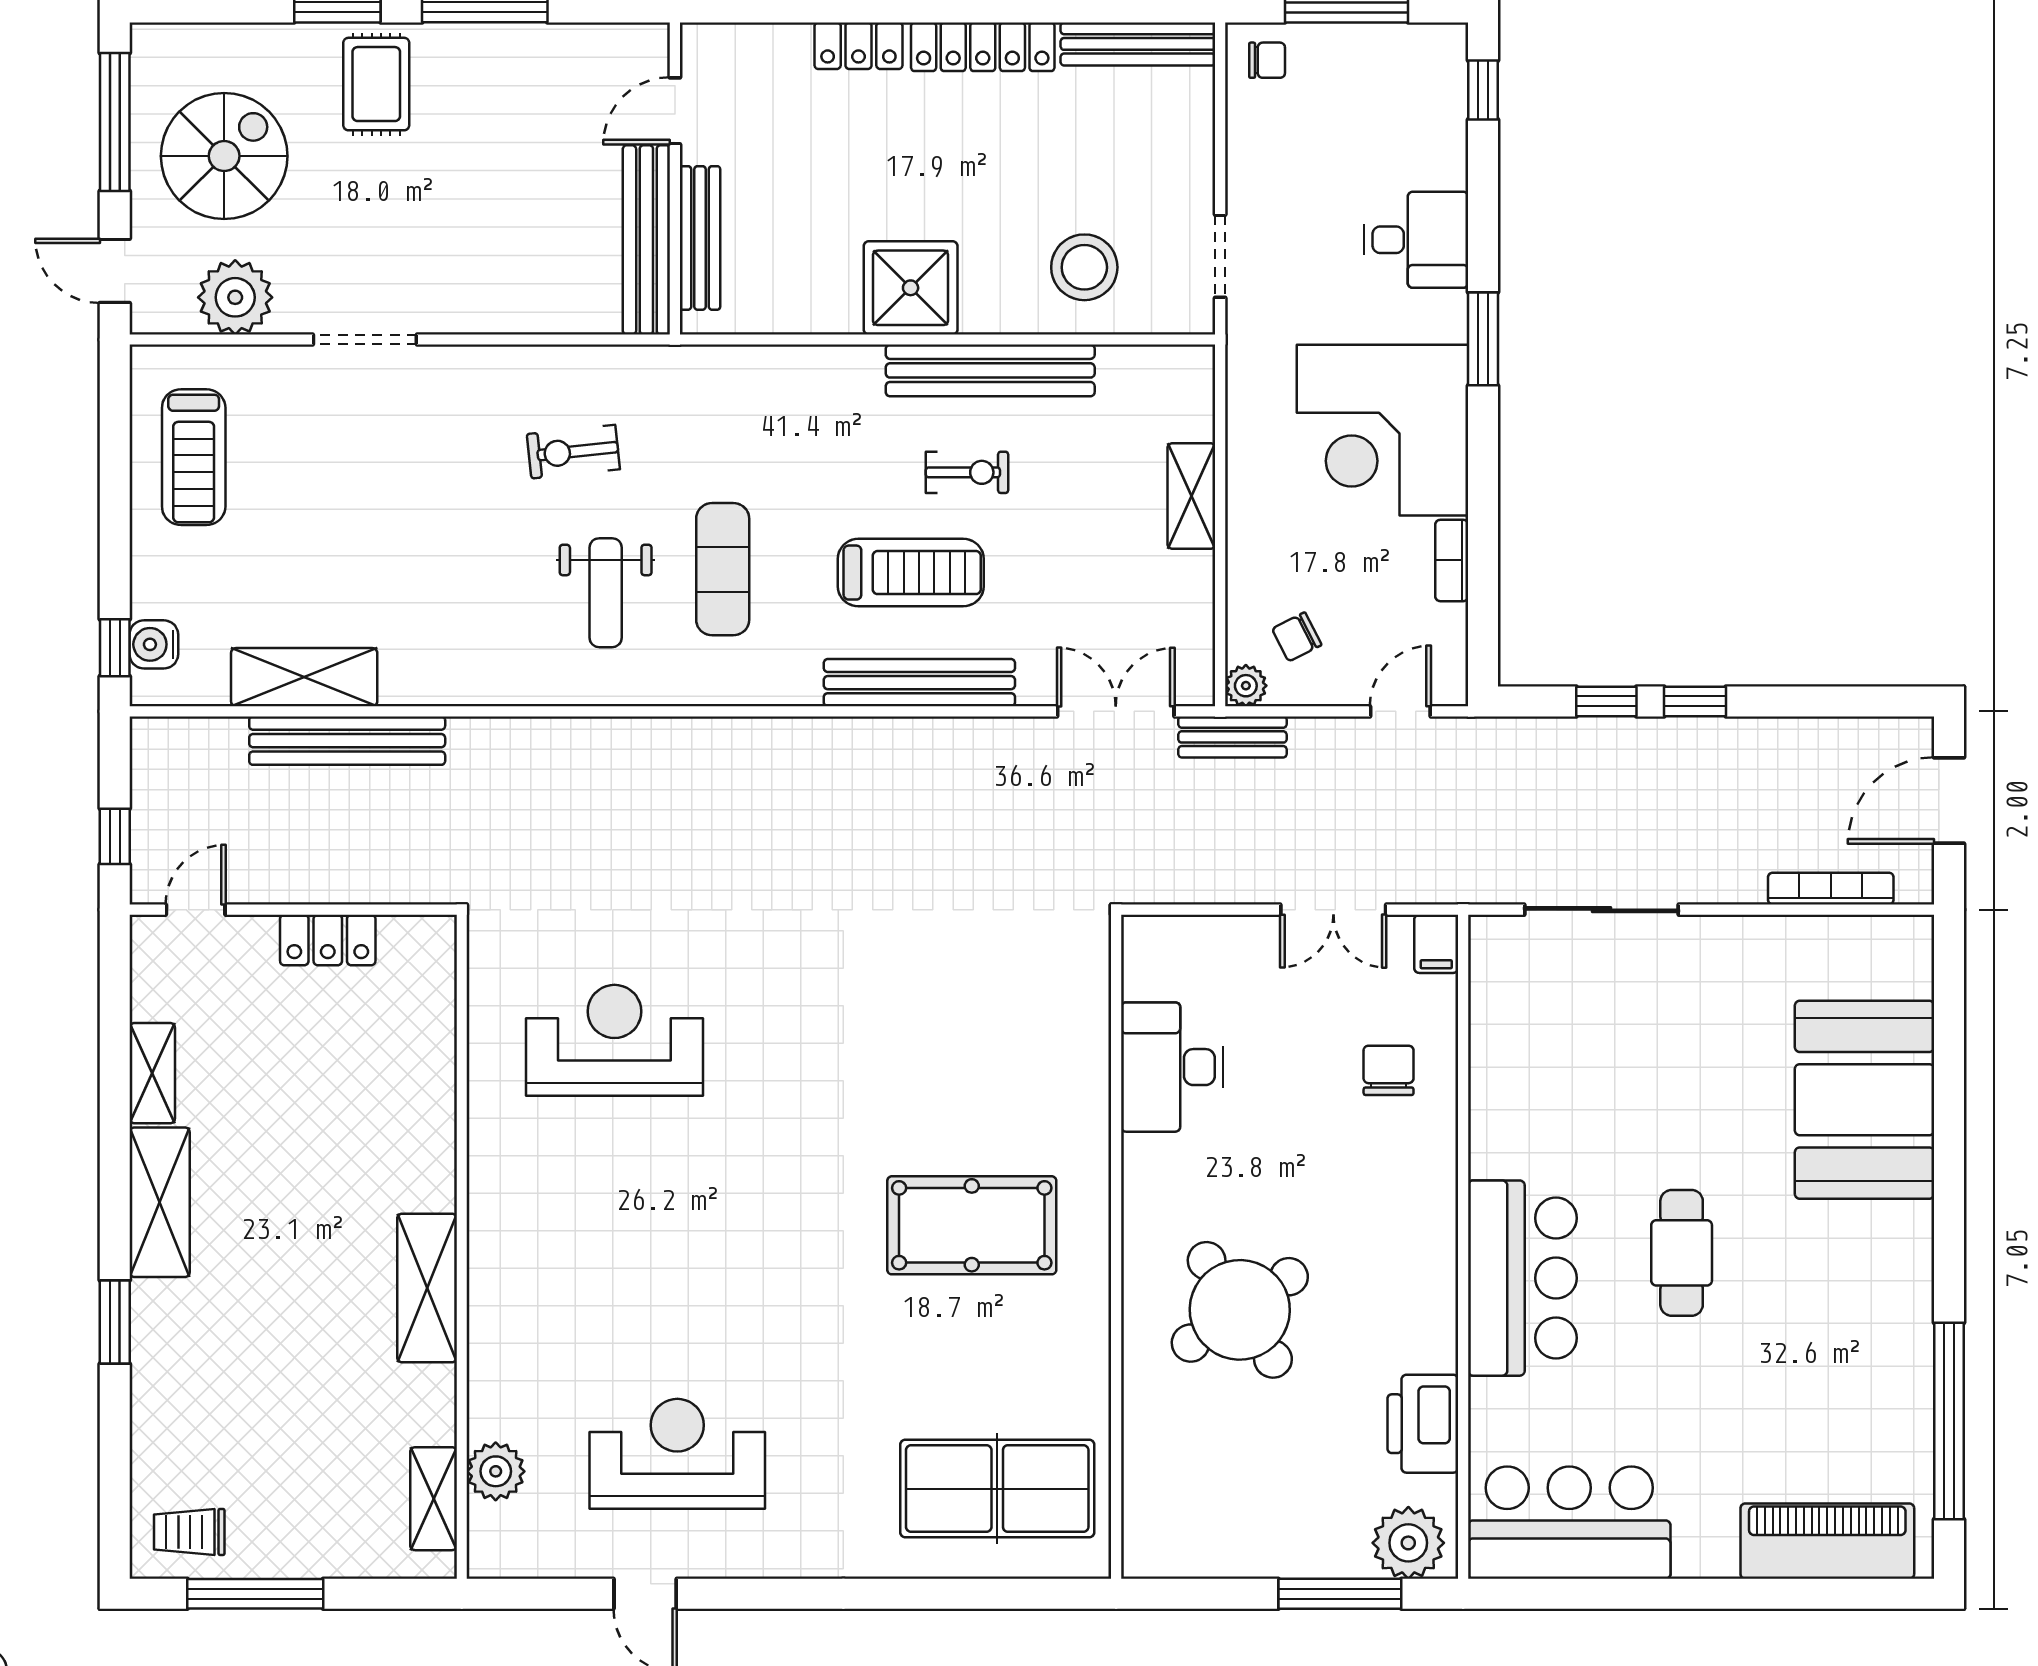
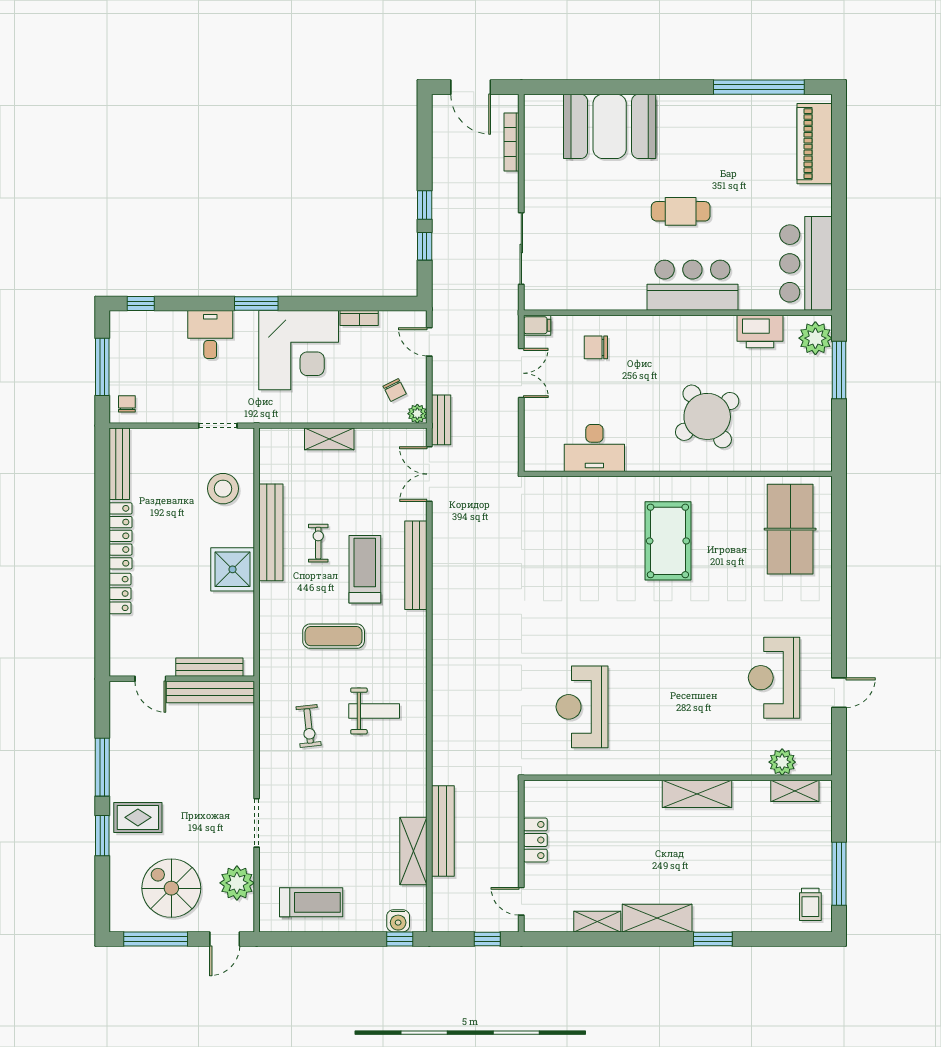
exercise mat: (723, 569) -> (334, 636), moved

